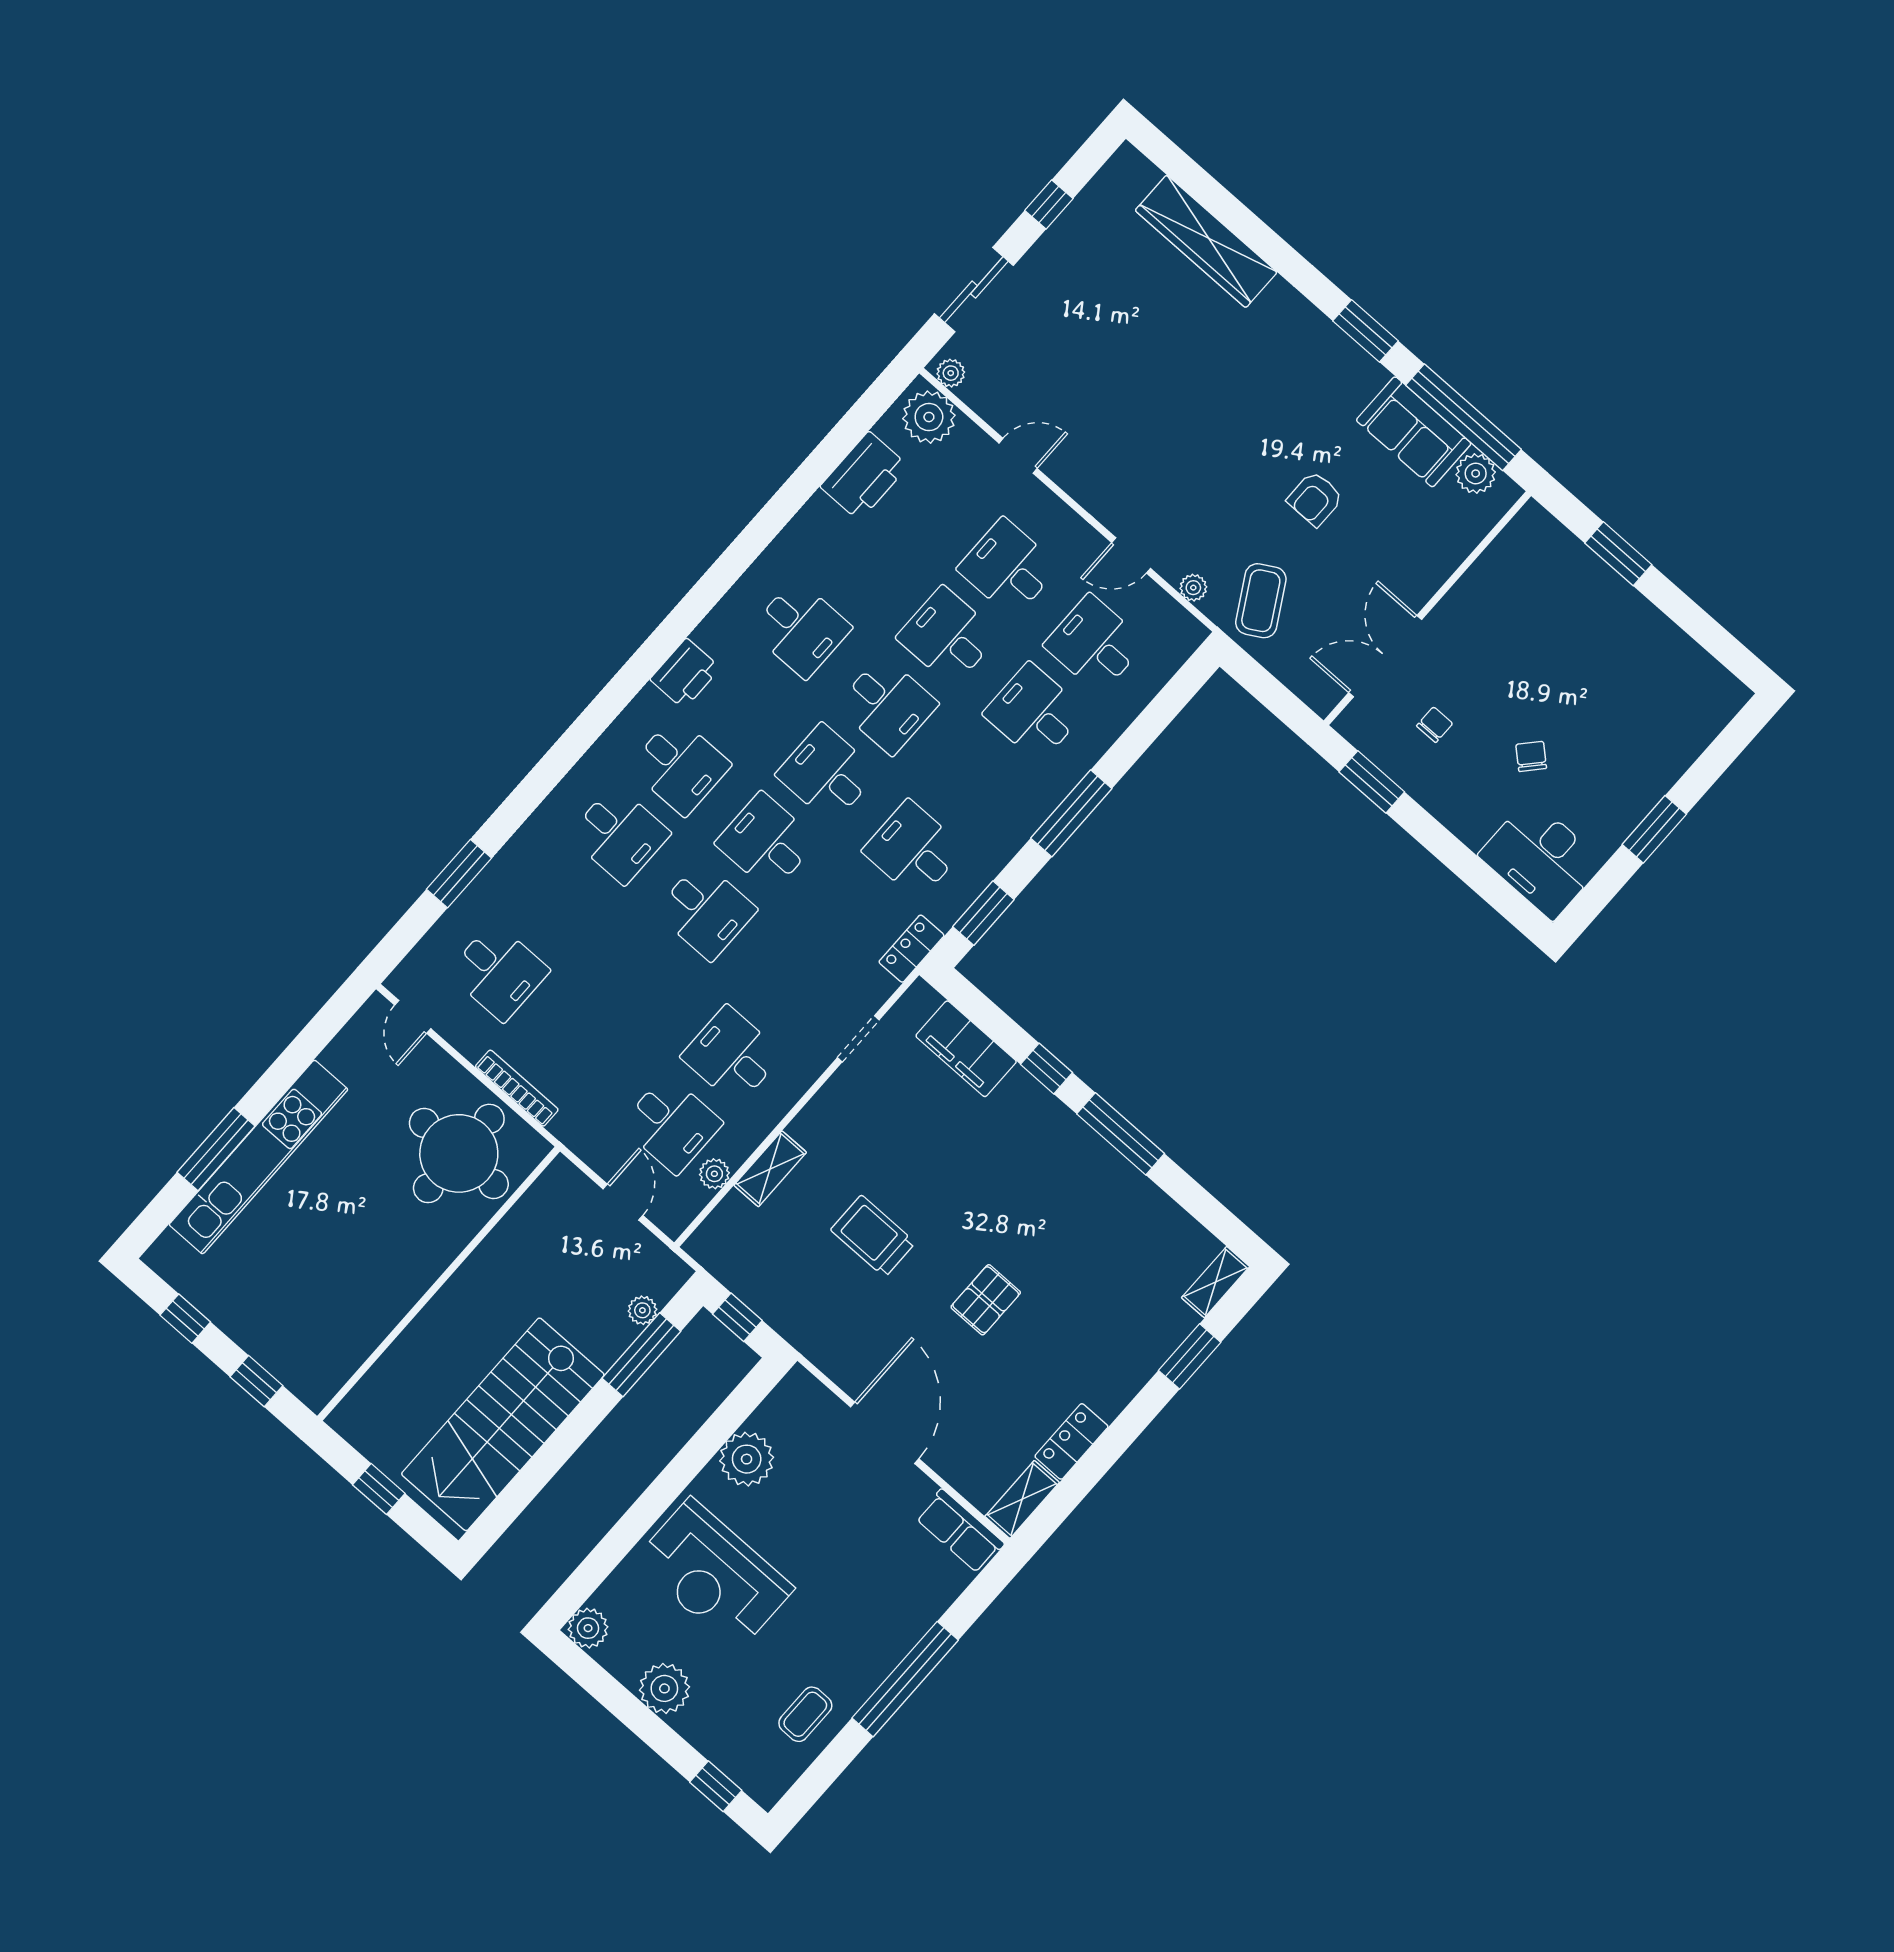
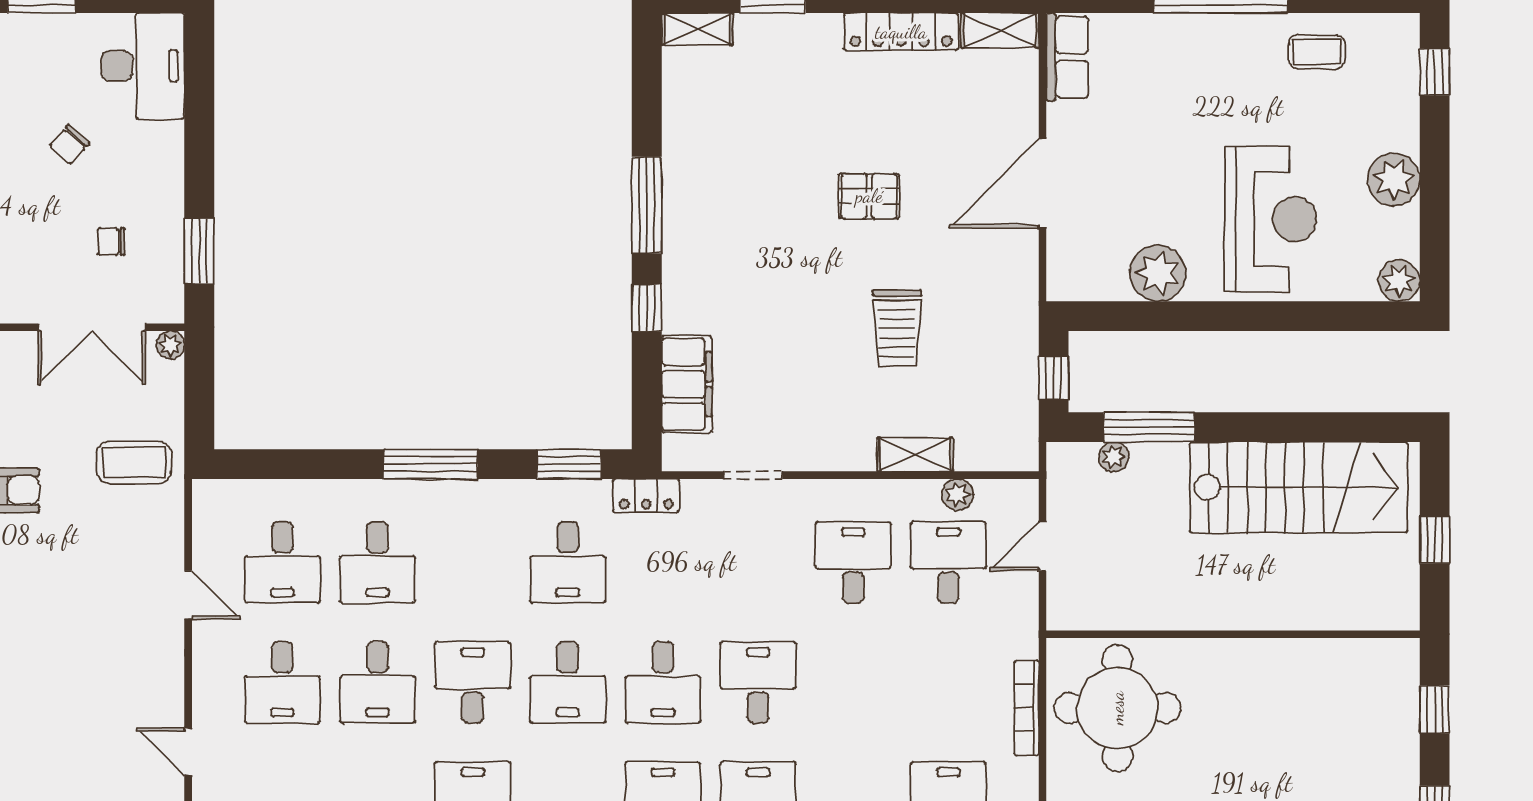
plant: (1193, 588) -> (170, 345), moved
coffee table: (1261, 601) -> (134, 462), turned 30
desk: (732, 1056) -> (853, 562), turned 180
locker: (1071, 1441) -> (901, 32), width x1.53

